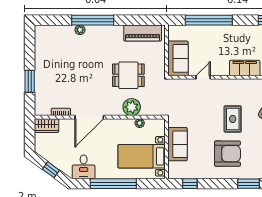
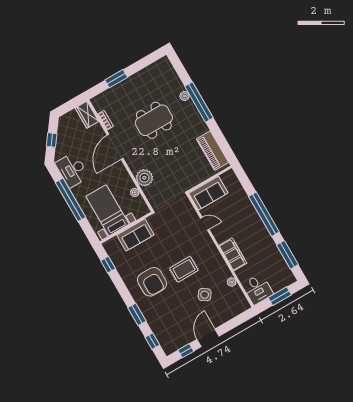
window: (209, 20) -> (264, 214), moved
dining table: (128, 75) -> (154, 120), moved, width x1.38
door: (89, 117) -> (115, 147), hinge flipped
desk: (84, 167) -> (72, 170), width x1.37

